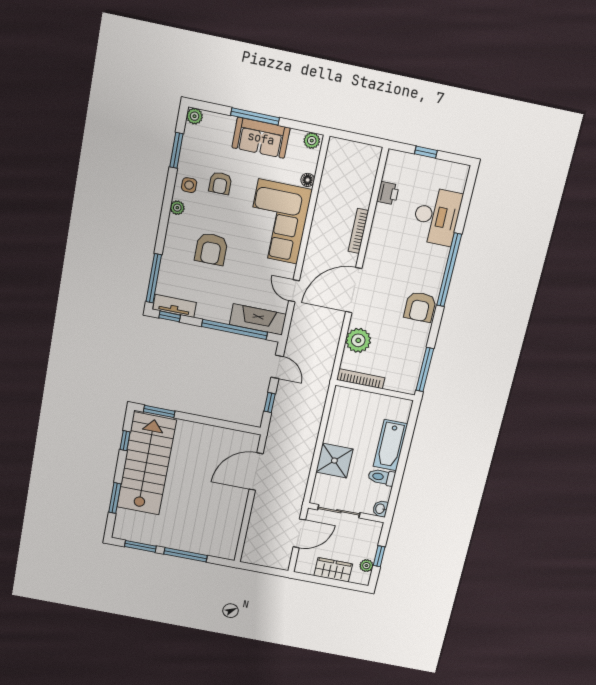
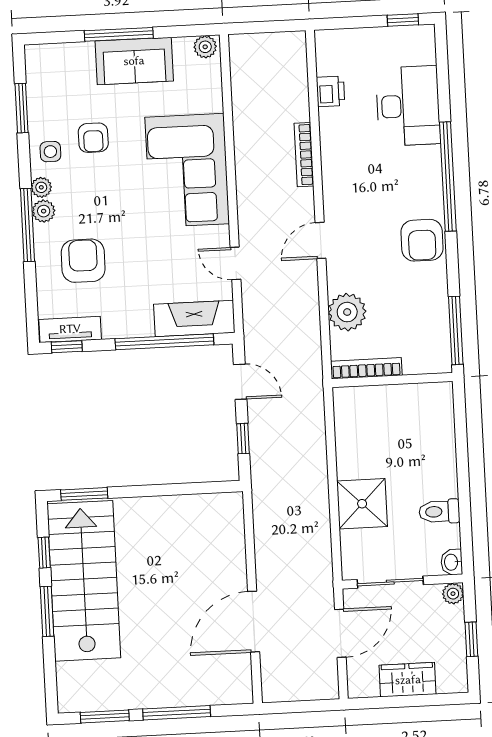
plant: (195, 116) -> (44, 211), moved
window: (426, 152) -> (403, 20), moved
floor lamp: (308, 180) -> (214, 102), removed
armchair: (211, 249) -> (83, 261), moved, turned 180
window: (154, 278) -> (28, 225), moved
door: (354, 290) -> (320, 240), width x0.53
bathtub: (390, 445) -> (438, 458), removed
door: (256, 472) -> (254, 622), moved
window: (115, 498) -> (47, 611), moved
plant: (366, 566) -> (453, 594), moved

